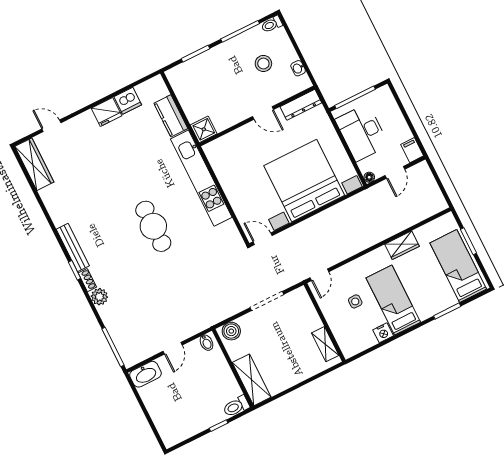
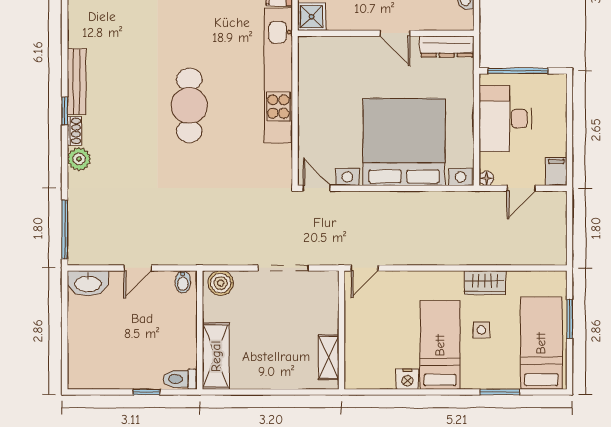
side table: (355, 301) -> (481, 330), moved

